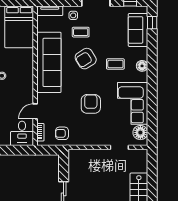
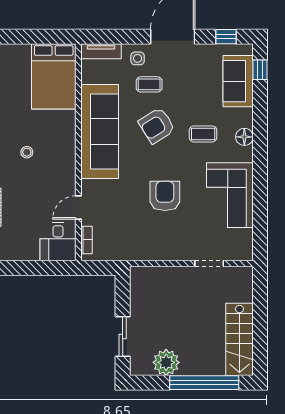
armchair: (62, 133) -> (120, 242), removed
floor lamp: (140, 133) -> (242, 240), removed

